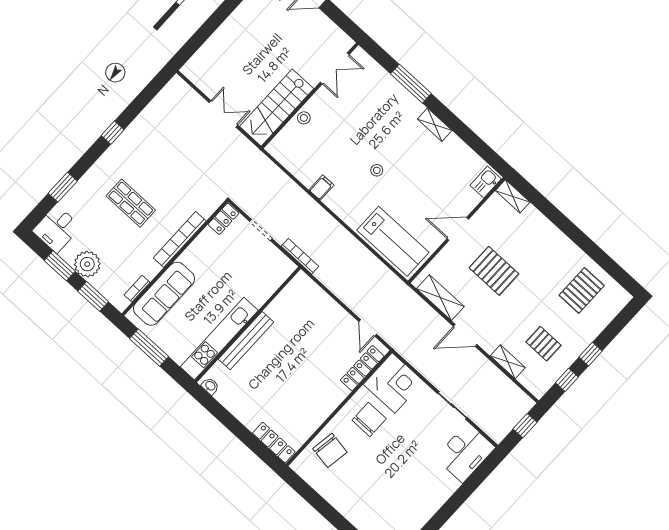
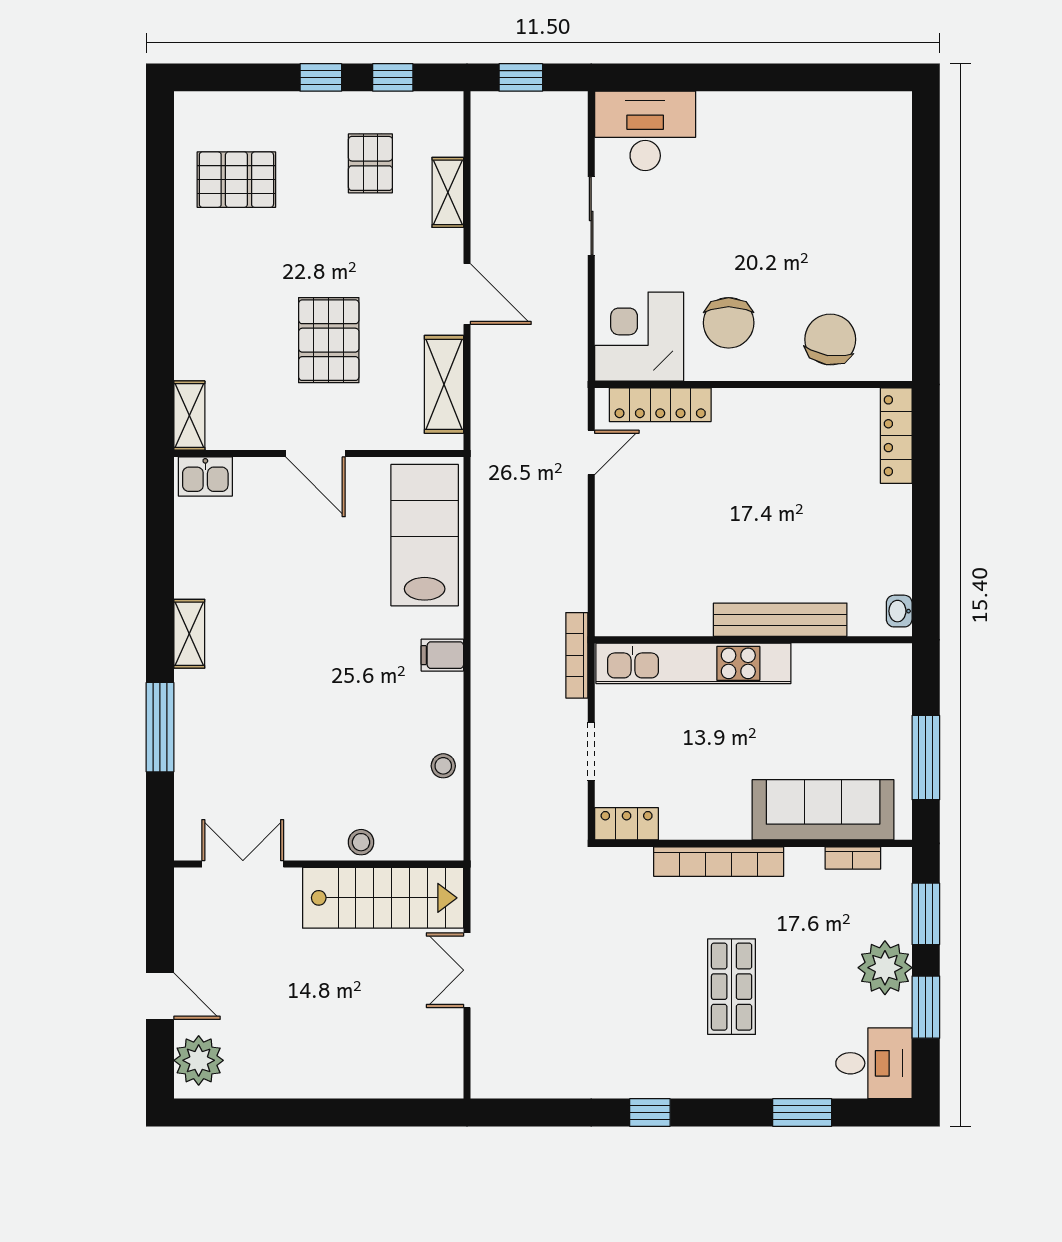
stool: (377, 170) -> (443, 766), moved
filing cabinet: (321, 188) -> (442, 655), moved
kitchen unit: (219, 339) -> (693, 663), moved
chair: (369, 419) -> (729, 323), turned -90

